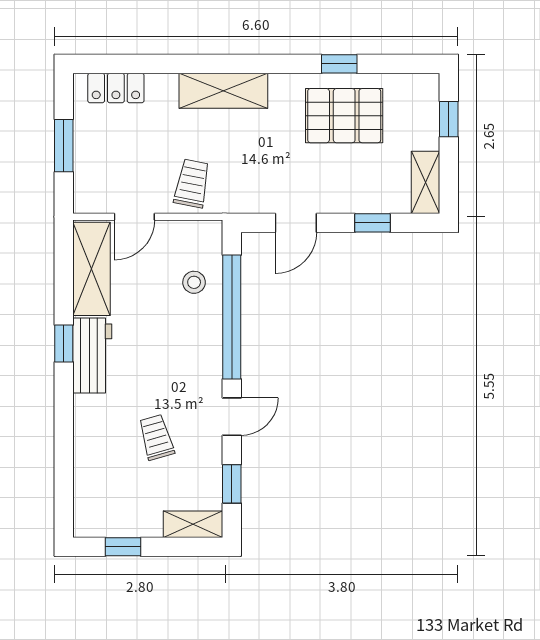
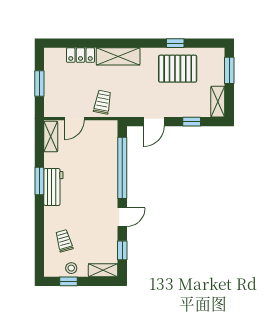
locker: (116, 88) -> (80, 55), moved
window: (449, 119) -> (229, 70), width x1.50
shelving: (92, 269) -> (51, 137), width x0.67, depth x0.75
stool: (194, 282) -> (71, 268), moved
window: (64, 343) -> (39, 181), width x1.50
trolley: (156, 437) -> (64, 241), moved

